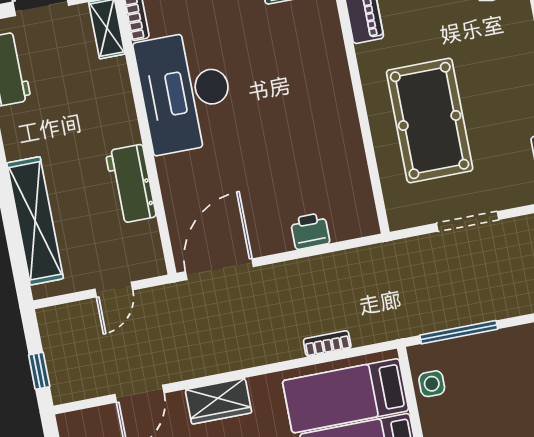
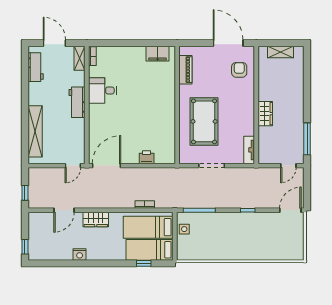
desk: (185, 92) -> (102, 90), width x0.53, depth x0.77
workbench: (131, 184) -> (77, 102), moved
door: (114, 290) -> (73, 166), moved

